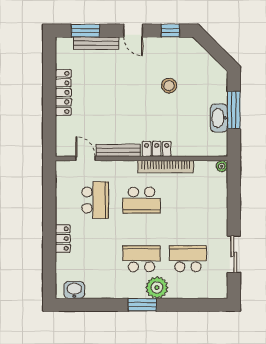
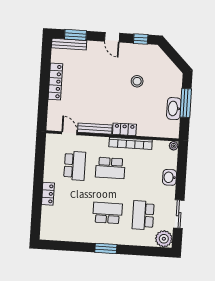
bench: (96, 43) -> (69, 44), moved
school desk: (188, 259) -> (143, 215), turned -90
plant: (157, 288) -> (164, 239), moved
washbasin: (74, 290) -> (170, 177), moved, turned -90

